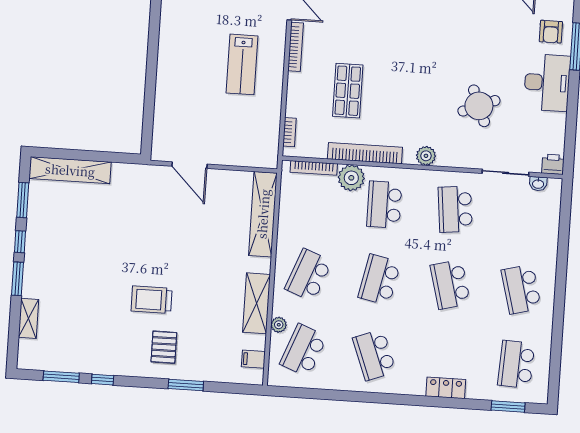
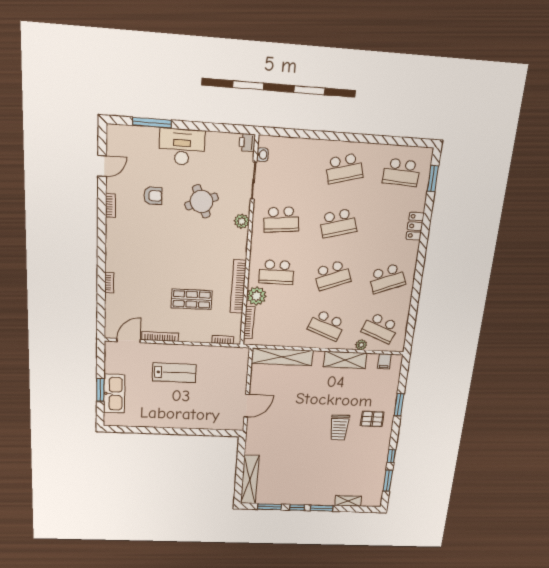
armchair: (551, 32) -> (153, 196), moved
plant: (426, 156) -> (242, 221), moved
school desk: (379, 280) -> (332, 275), turned -33

